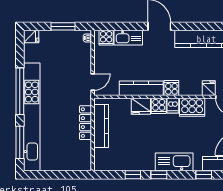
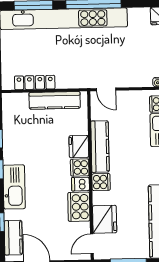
fridge: (209, 88) -> (105, 219), width x1.88, depth x1.34
locker: (86, 123) -> (35, 82), moved

